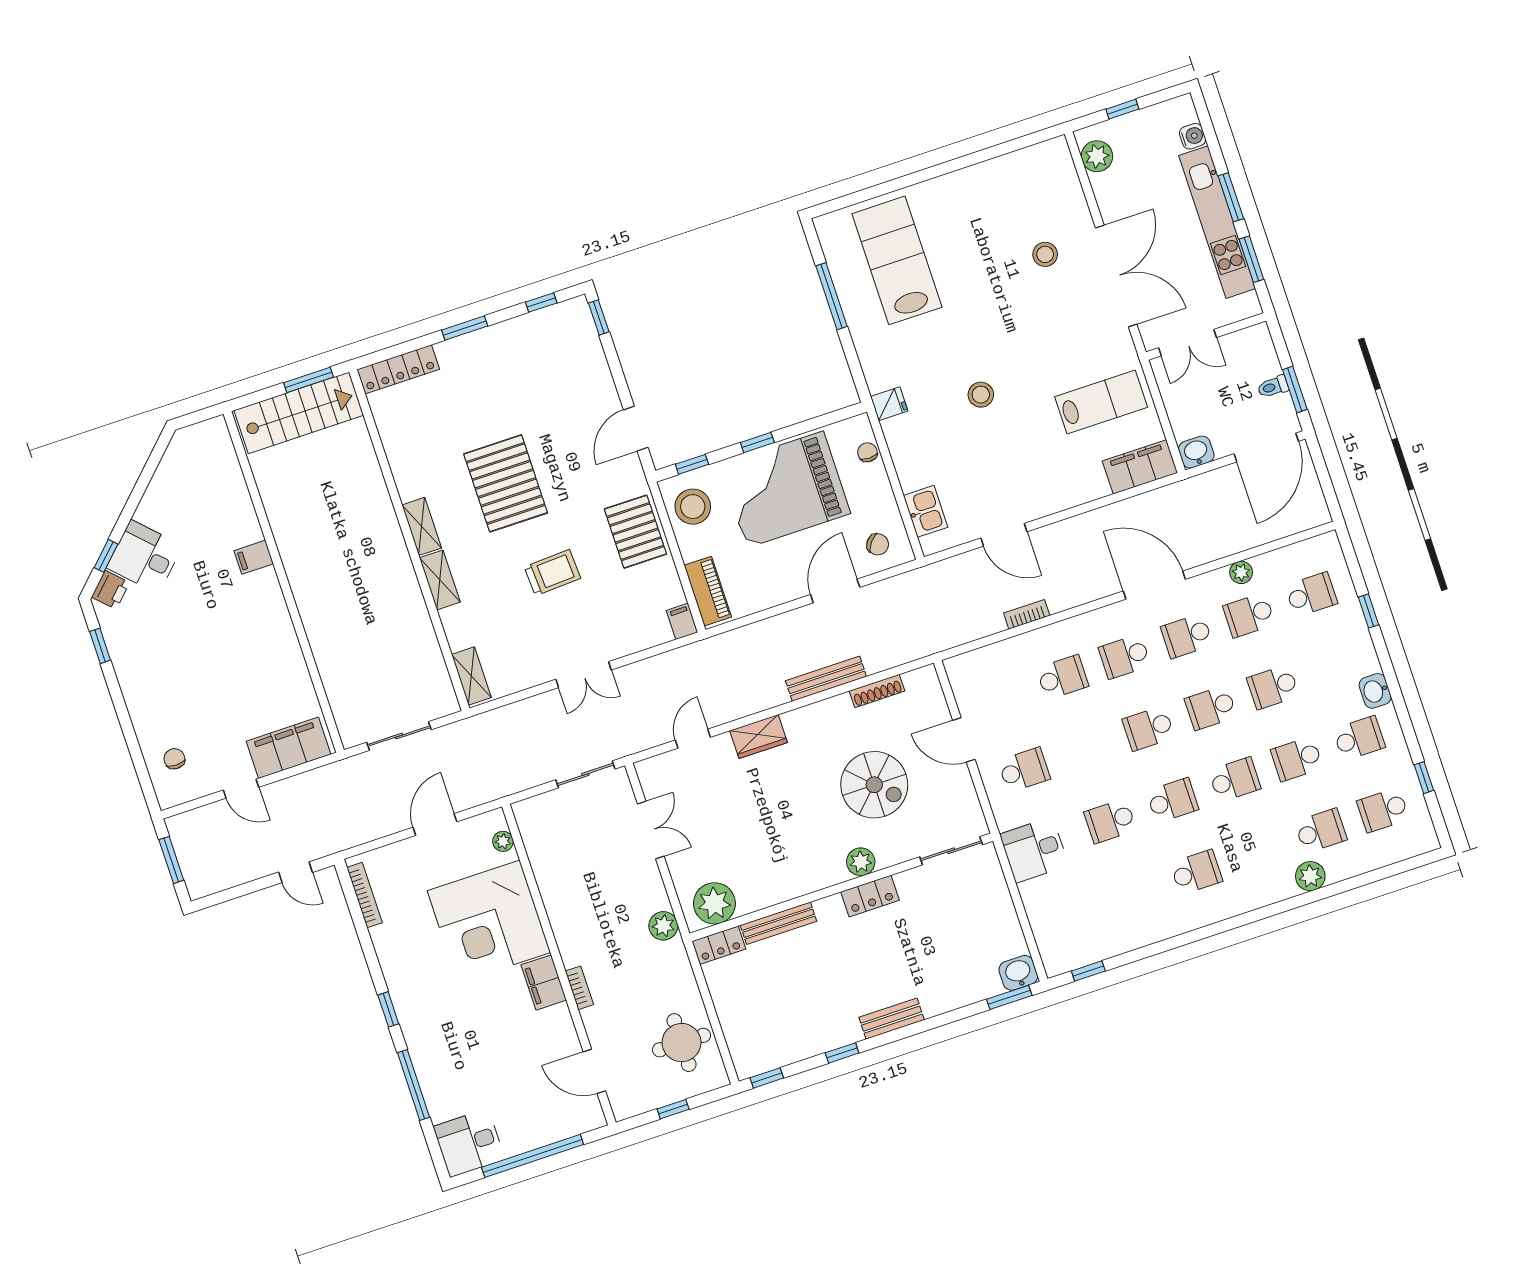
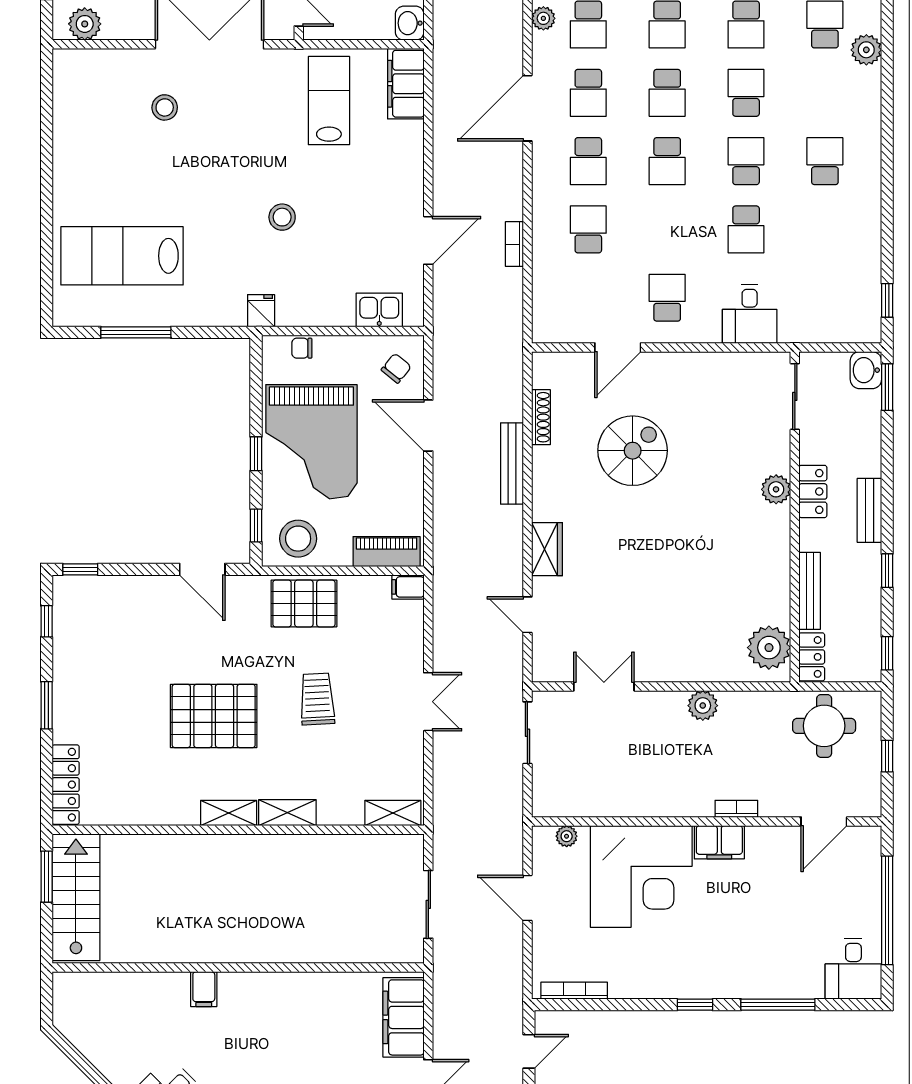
sliding door: (951, 851) -> (795, 396), moved
plant: (861, 862) -> (776, 489), moved
wall: (841, 887) -> (795, 517), moved
locker: (870, 896) -> (813, 491), moved
plant: (714, 903) -> (769, 648), moved
bench: (778, 923) -> (810, 591), moved
locker: (719, 945) -> (812, 657), moved

